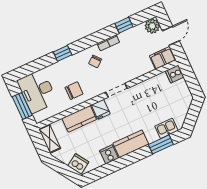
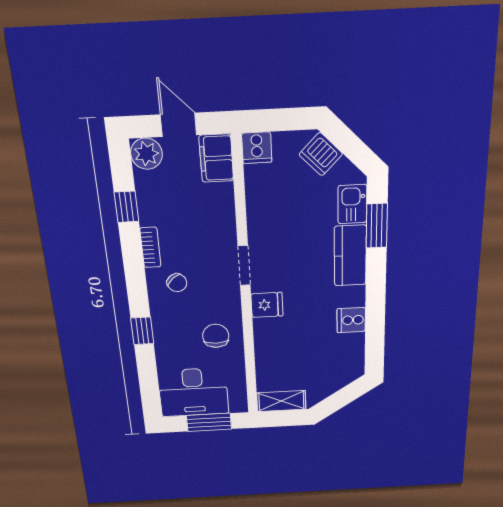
kitchen counter: (79, 119) -> (268, 345), removed
kitchen counter: (131, 144) -> (350, 256), moved
dishwasher: (78, 164) -> (321, 154), moved, turned -102

